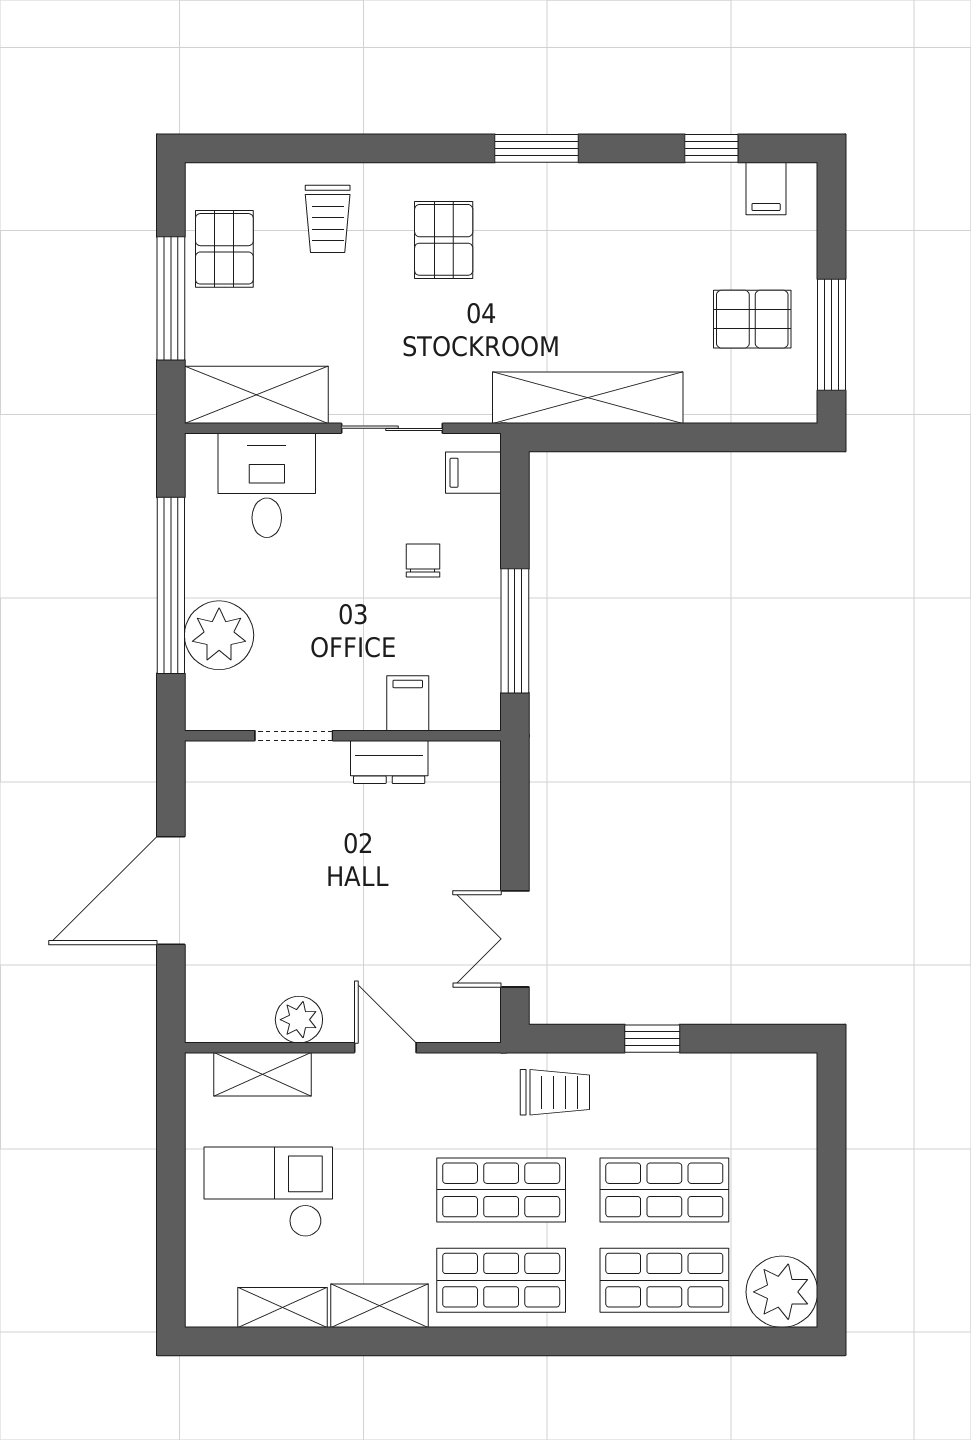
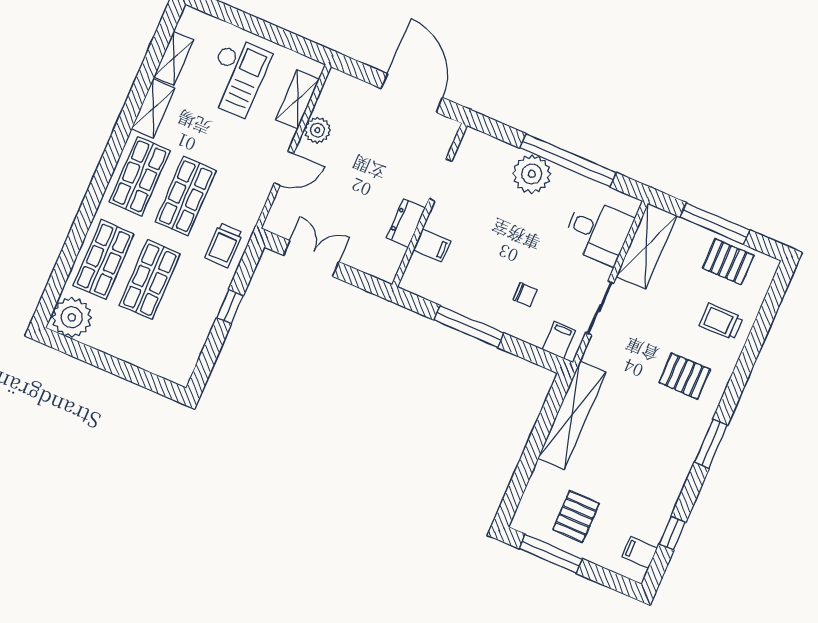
filing cabinet: (408, 703) -> (432, 245), moved
doorway: (294, 736) -> (440, 180), moved
wall: (343, 736) -> (430, 205), moved
dresser: (389, 762) -> (406, 223), moved

